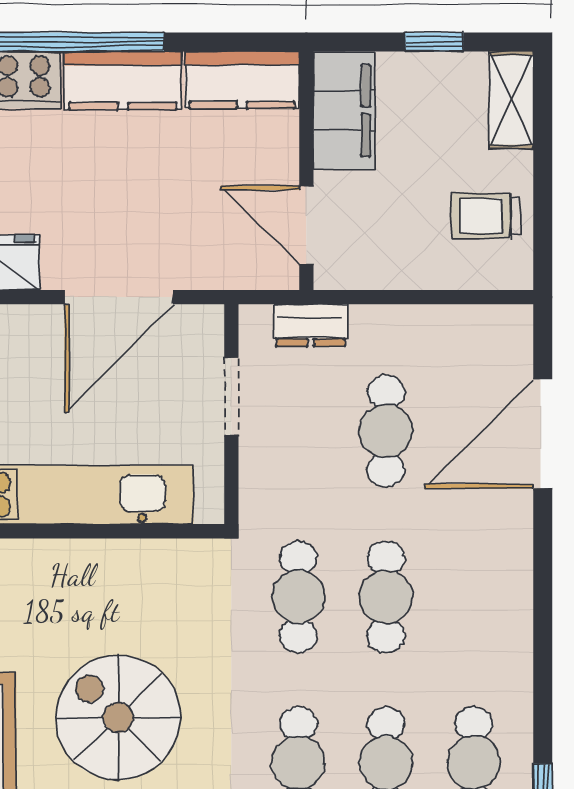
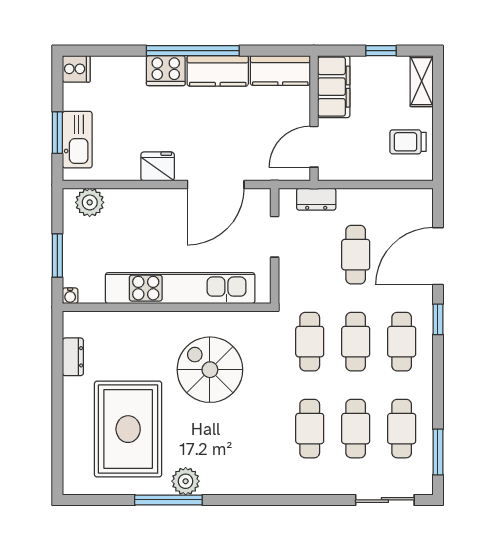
door: (306, 225) -> (314, 147), hinge flipped
window: (543, 554) -> (438, 319), added
cafe table: (474, 597) -> (402, 342), added
spiral stairs: (118, 718) -> (210, 370), moved

